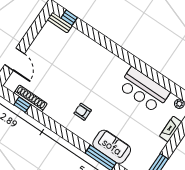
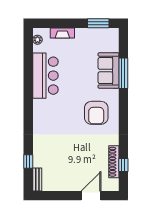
window: (69, 18) -> (28, 161), moved
armchair: (83, 112) -> (96, 113), width x1.88, depth x1.88

